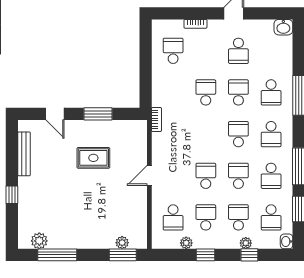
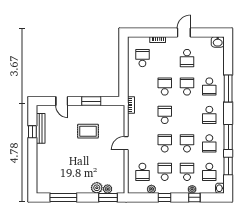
school desk: (238, 134) -> (165, 115), moved
window: (12, 195) -> (32, 132), moved
plant: (39, 241) -> (97, 188), moved

